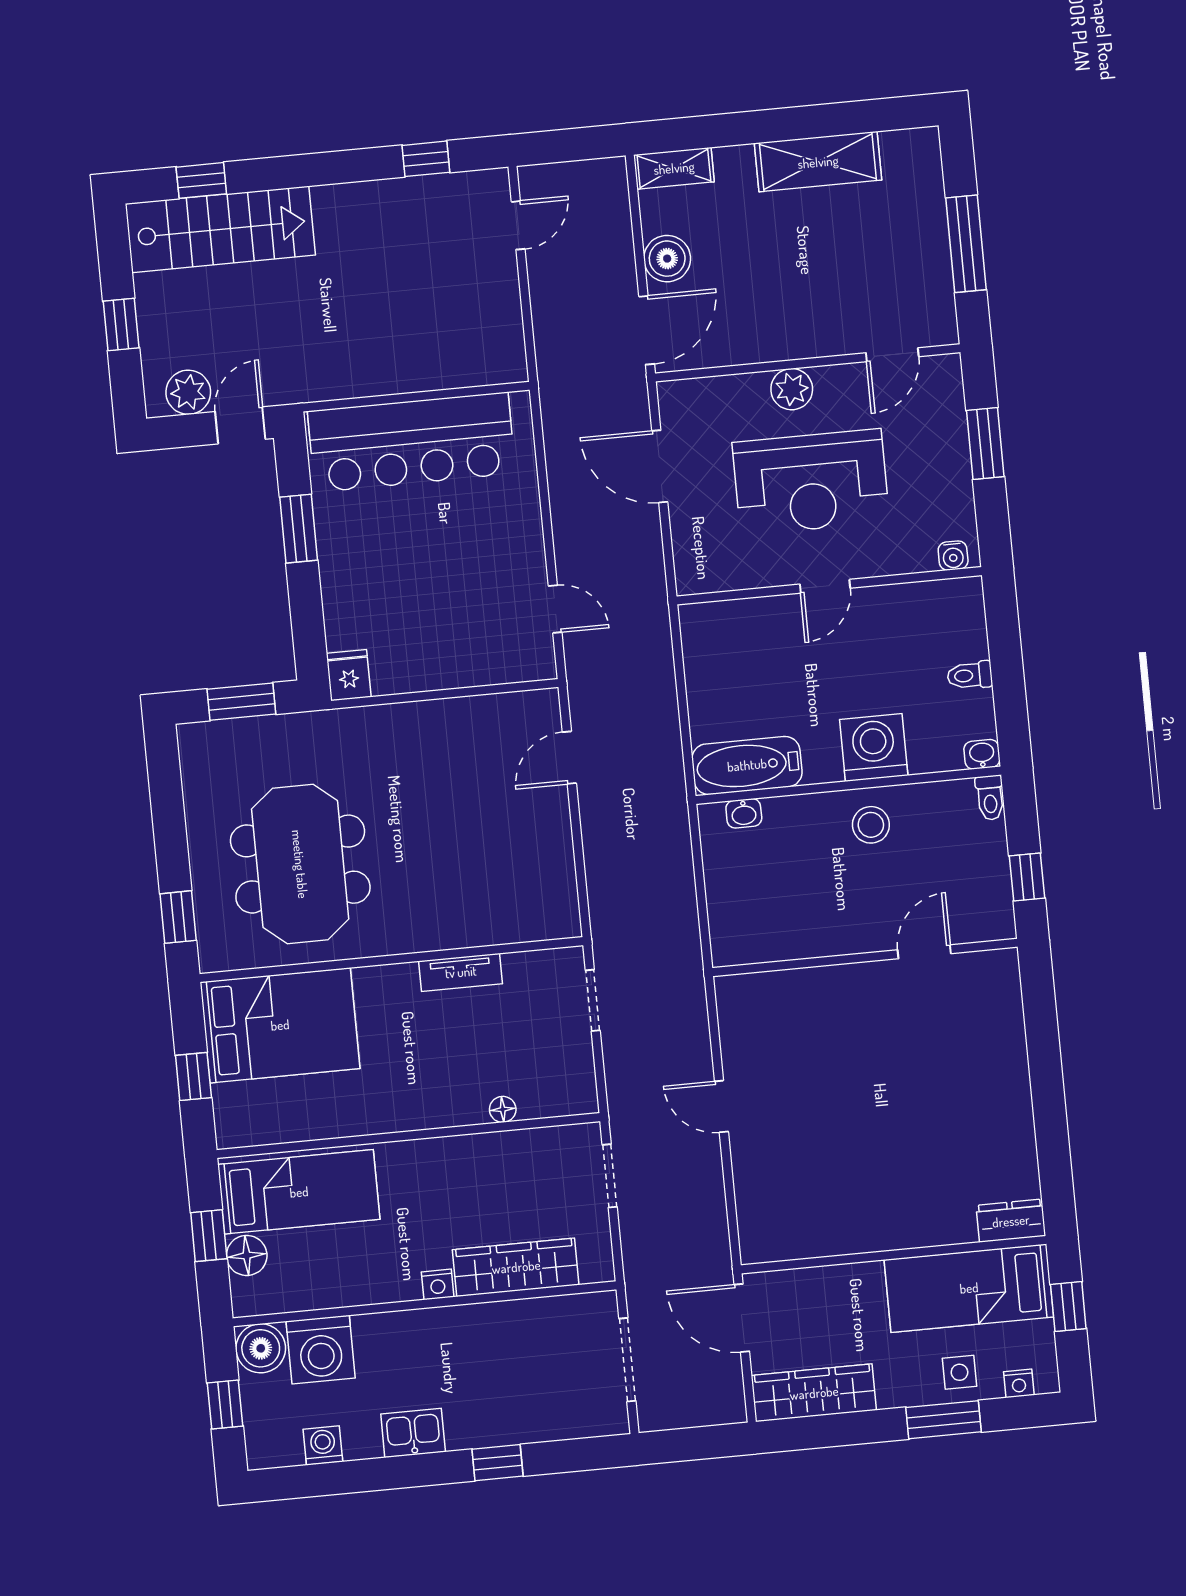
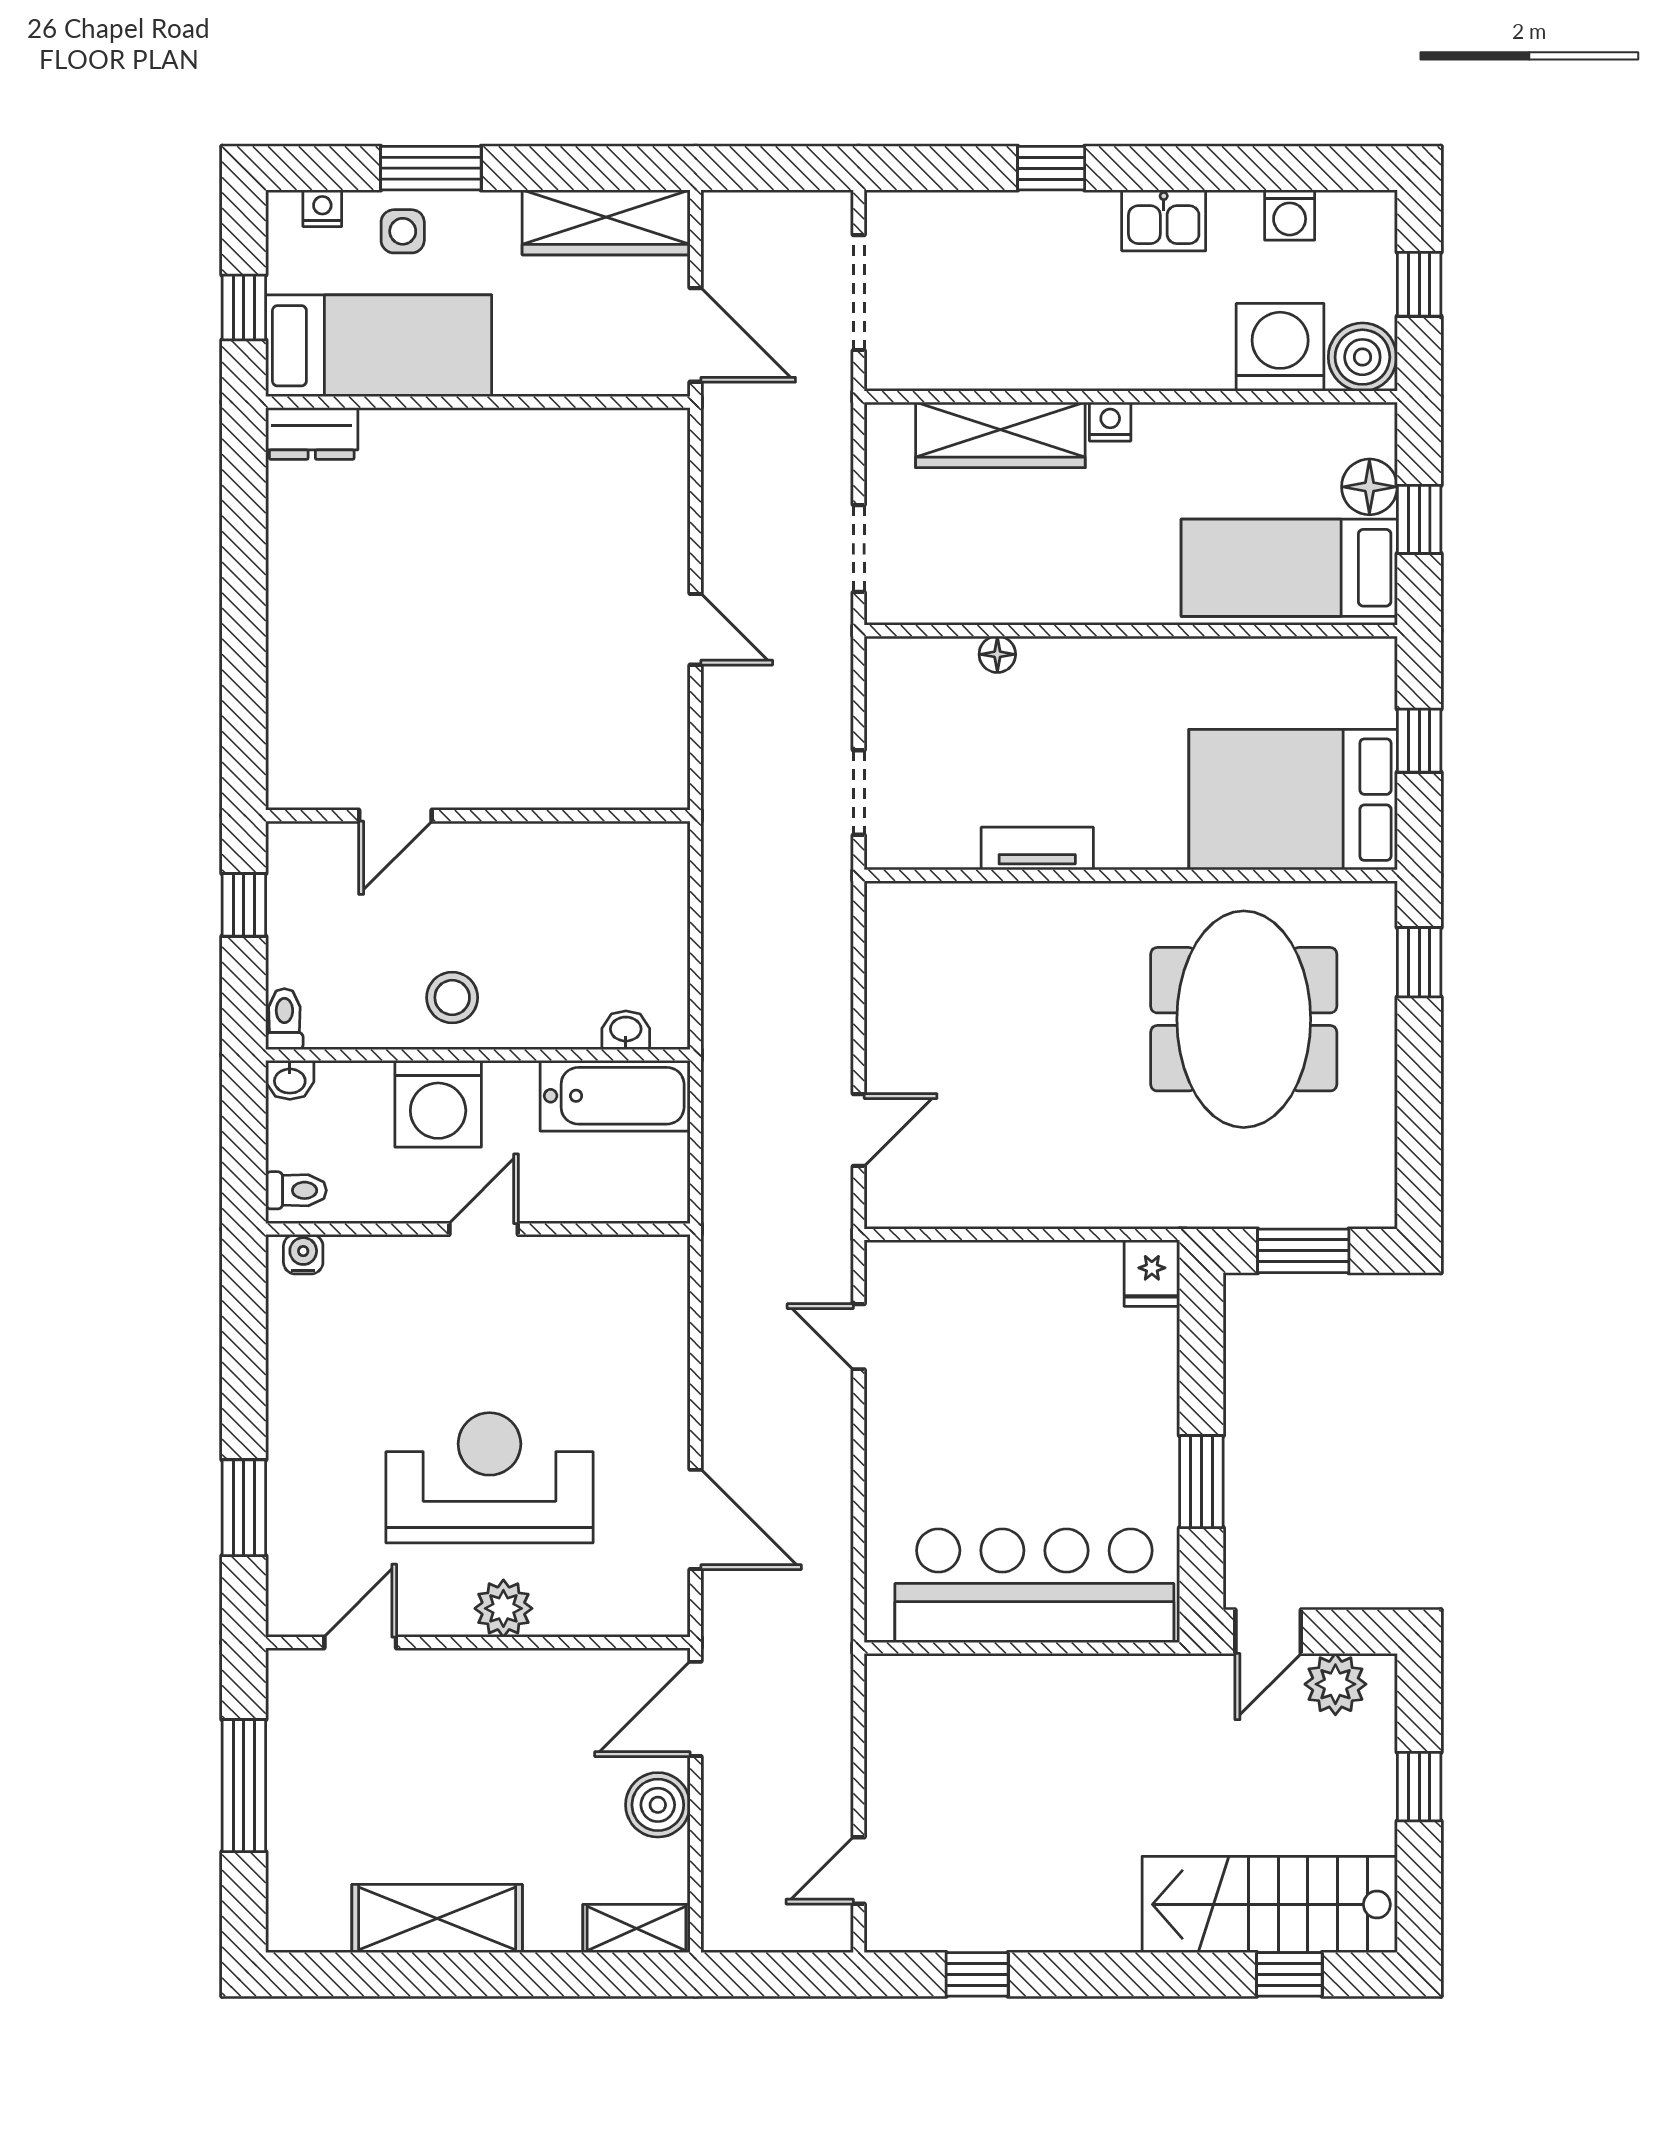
water cooler: (953, 556) -> (303, 1254), moved
door: (825, 586) -> (484, 1229), moved
wall: (829, 586) -> (478, 1229), moved

